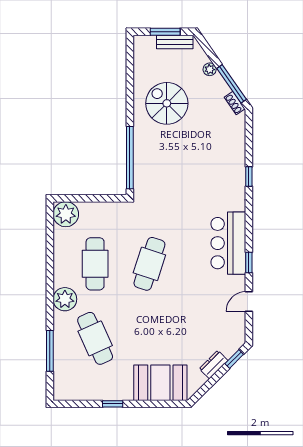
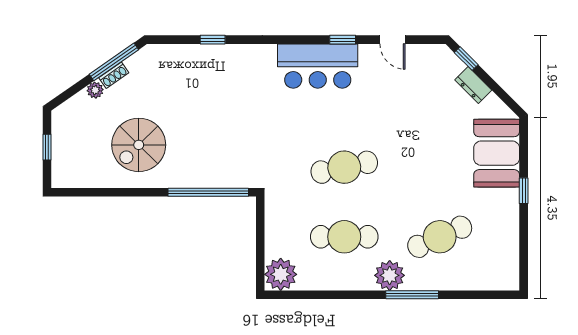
window: (165, 32) -> (47, 147), width x0.67
bench: (175, 42) -> (60, 135), removed
shoe rack: (235, 103) -> (114, 75), moved
window: (249, 177) -> (213, 40), moved
cafe table: (149, 264) -> (344, 167), turned -30
window: (50, 351) -> (412, 295), moved
window: (113, 404) -> (524, 191), moved

